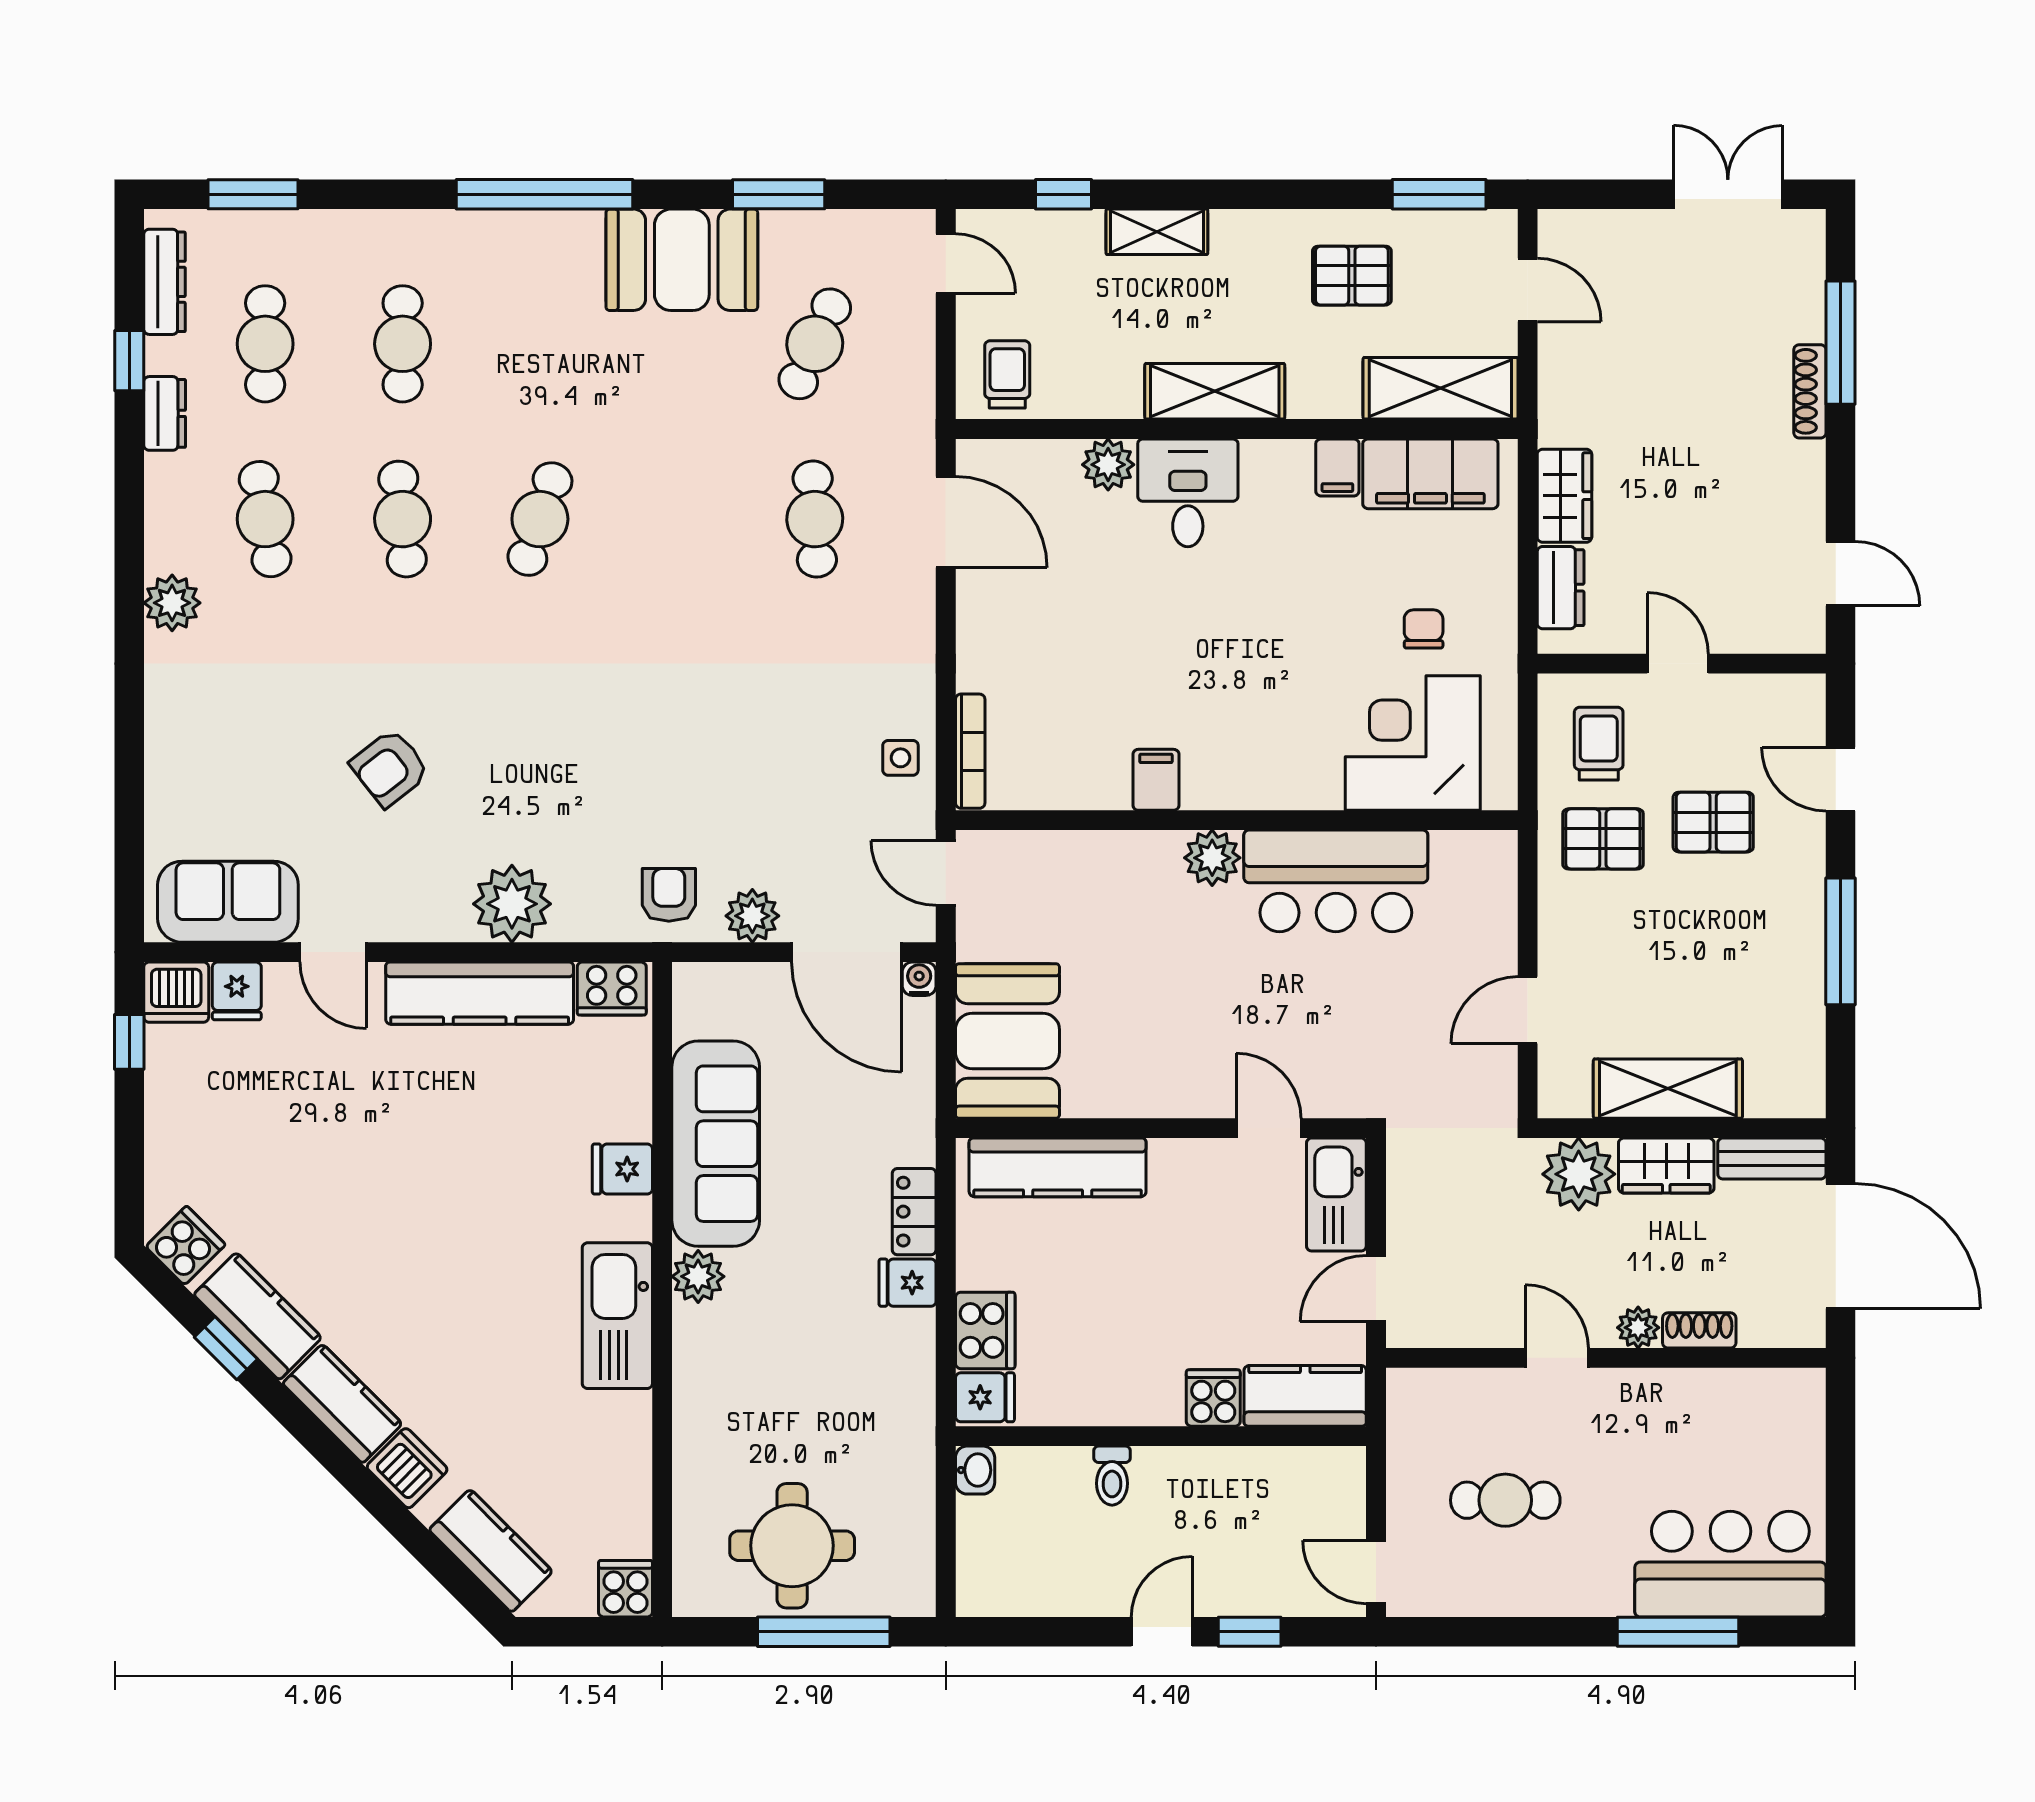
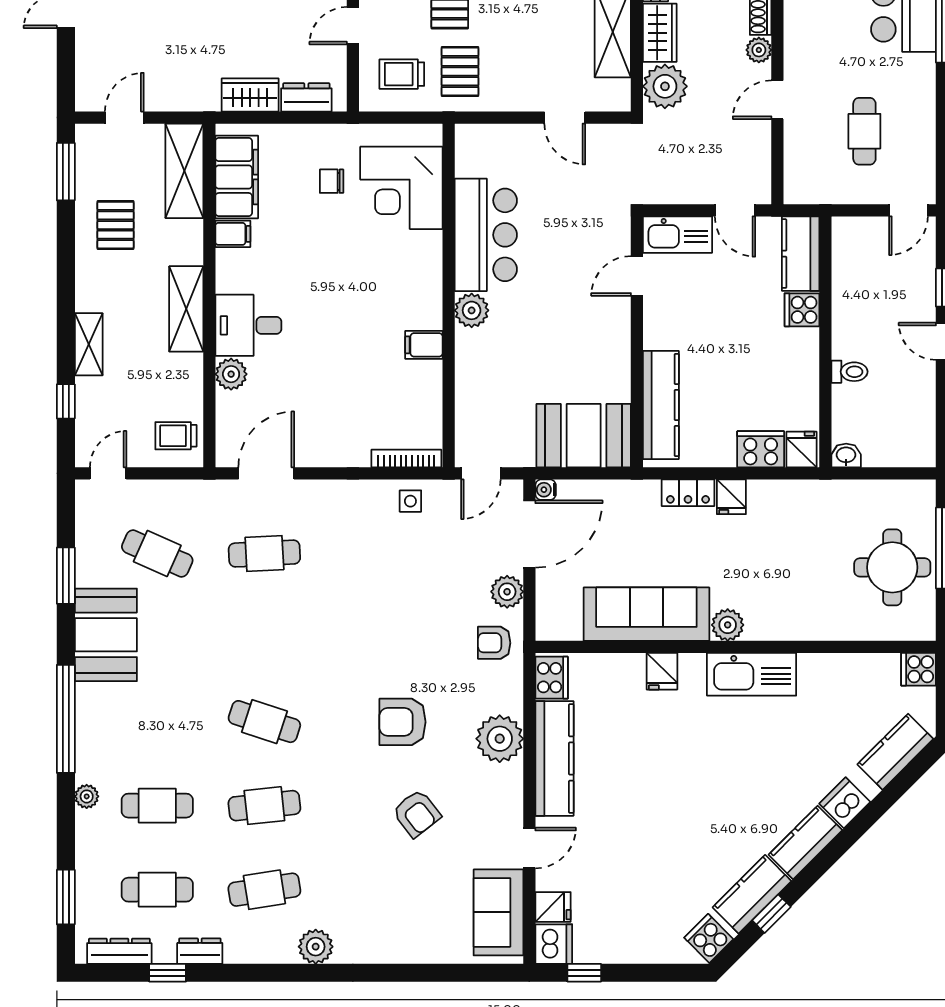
plant: (418, 228) -> (87, 796), added
armchair: (539, 745) -> (403, 722), added

